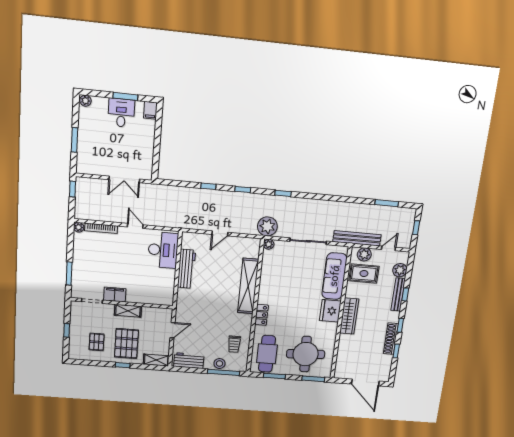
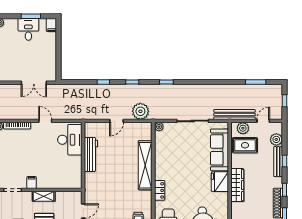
plant: (267, 226) -> (140, 111), moved
filing cabinet: (115, 294) -> (32, 183), width x0.50

